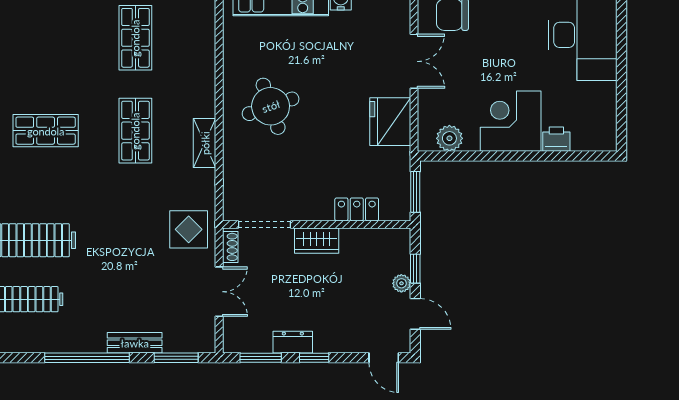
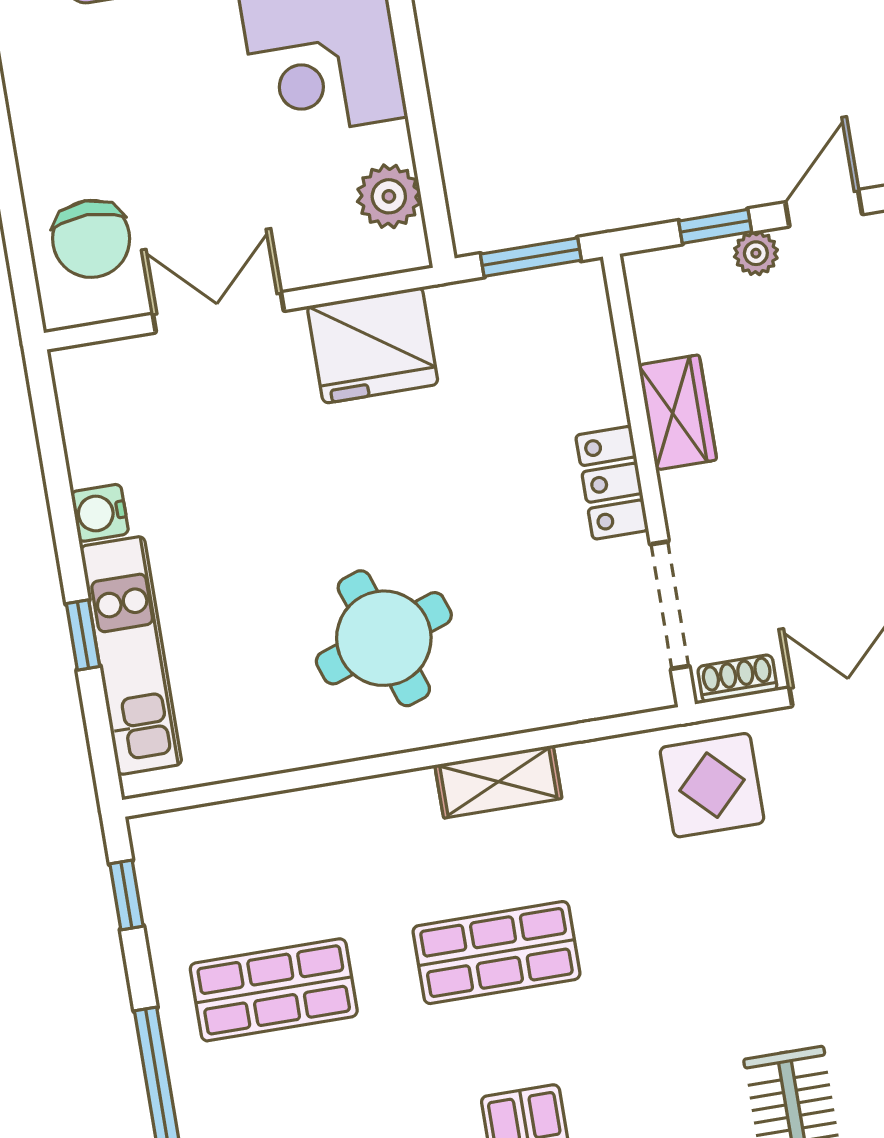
locker: (357, 209) -> (612, 483), moved
wardrobe: (317, 241) -> (677, 412), moved

